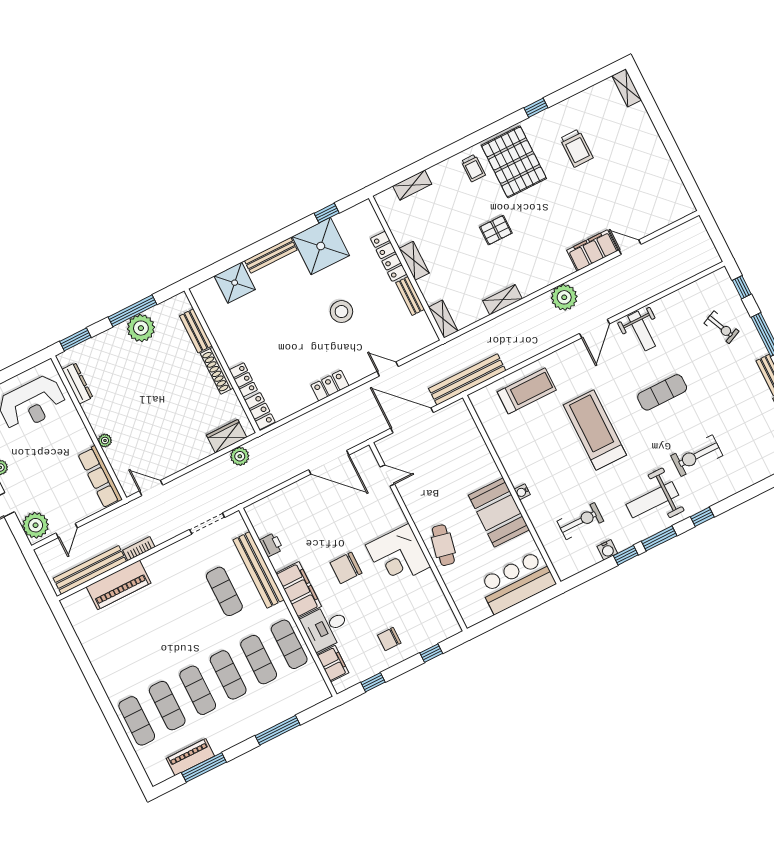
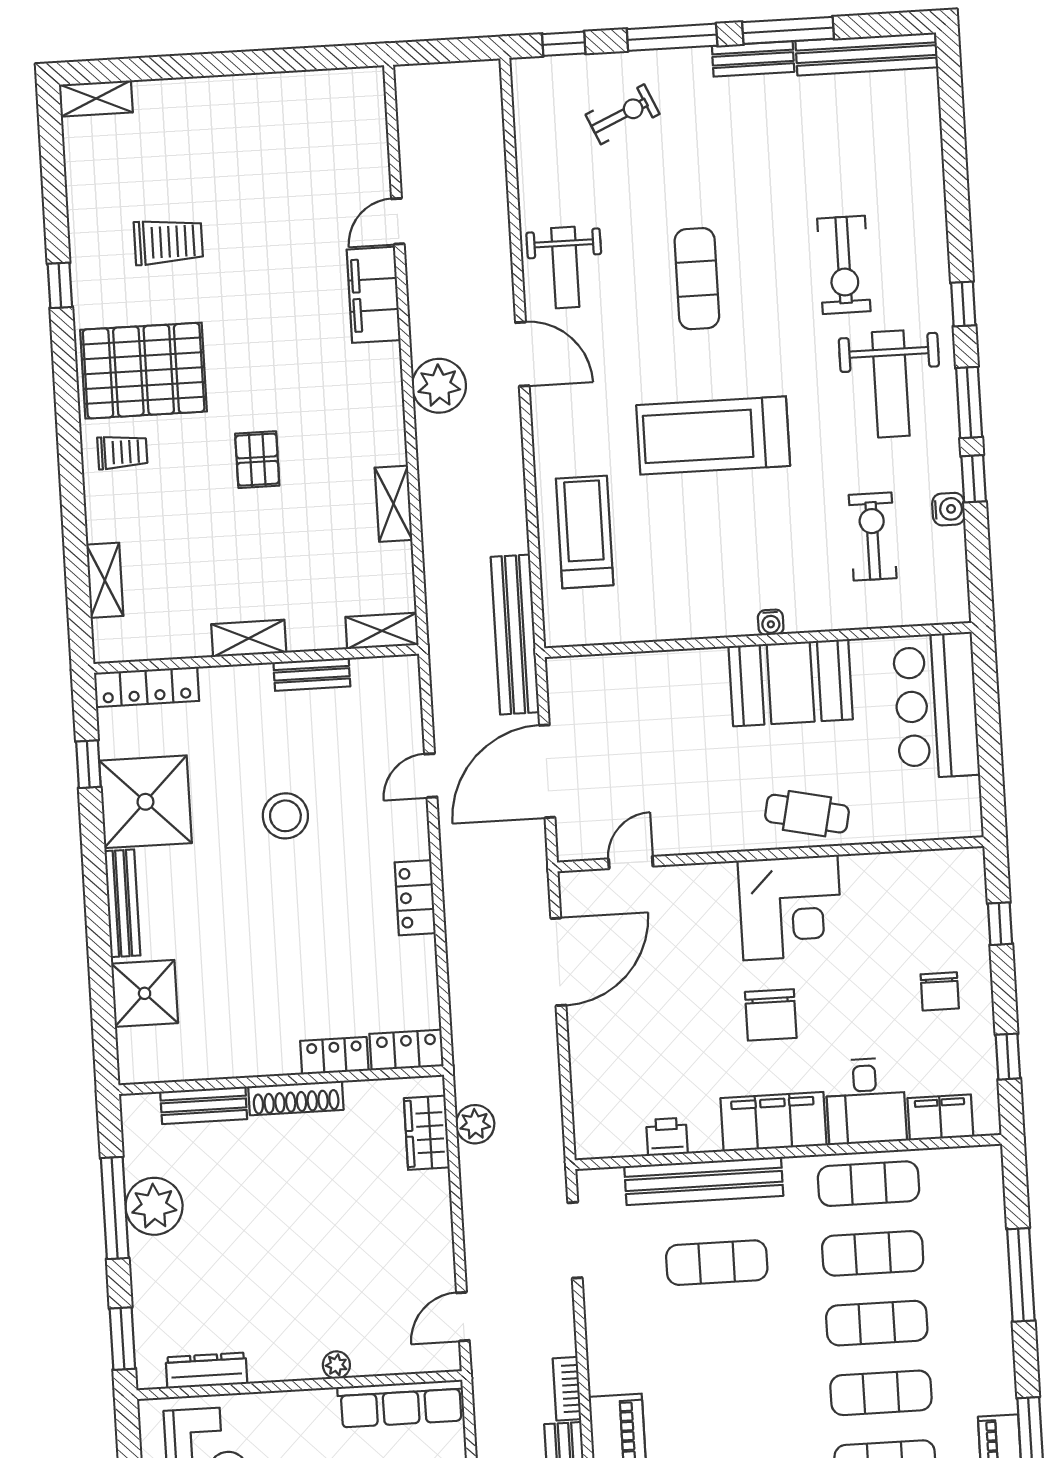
locker: (389, 256) -> (146, 687), moved
weight bench: (642, 331) -> (565, 267), turned 90

